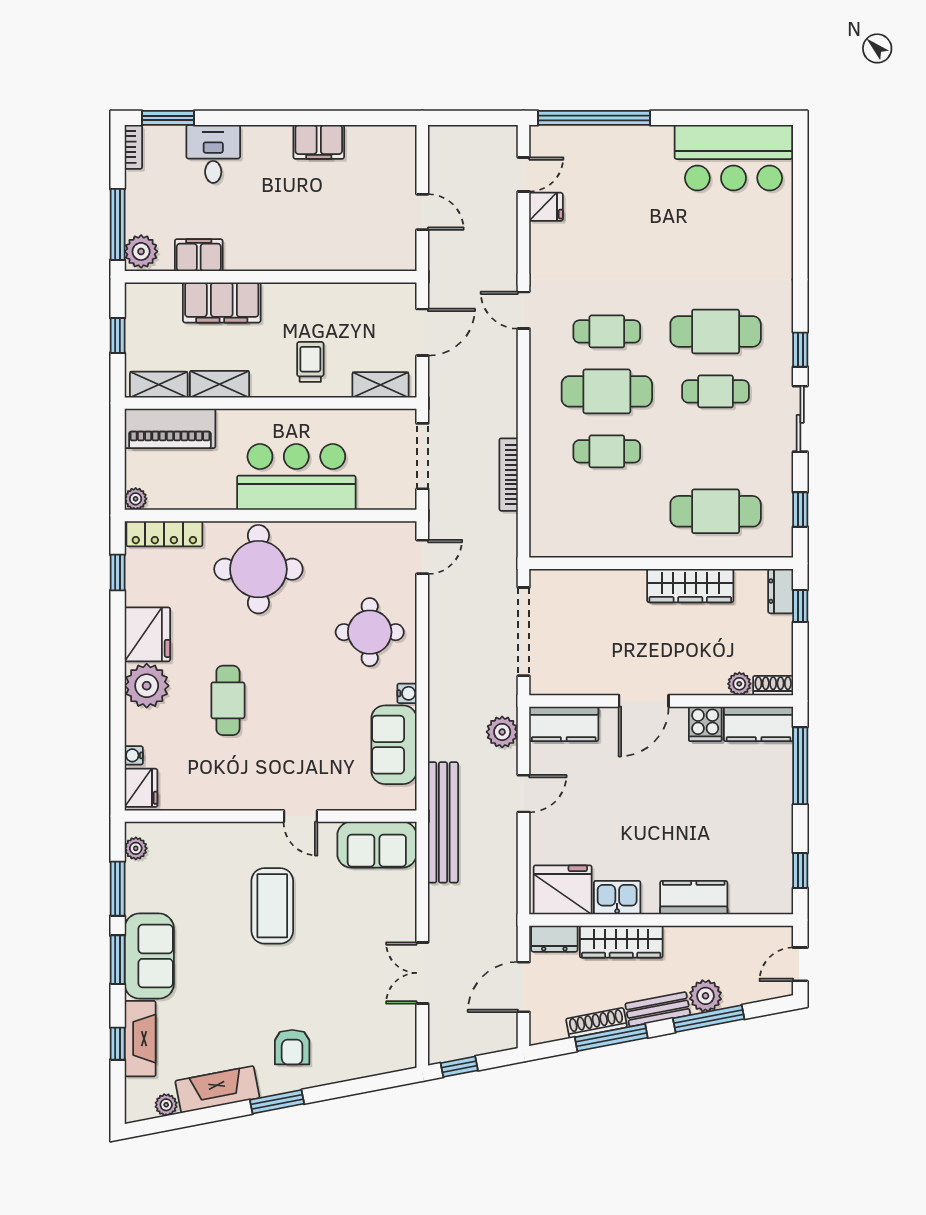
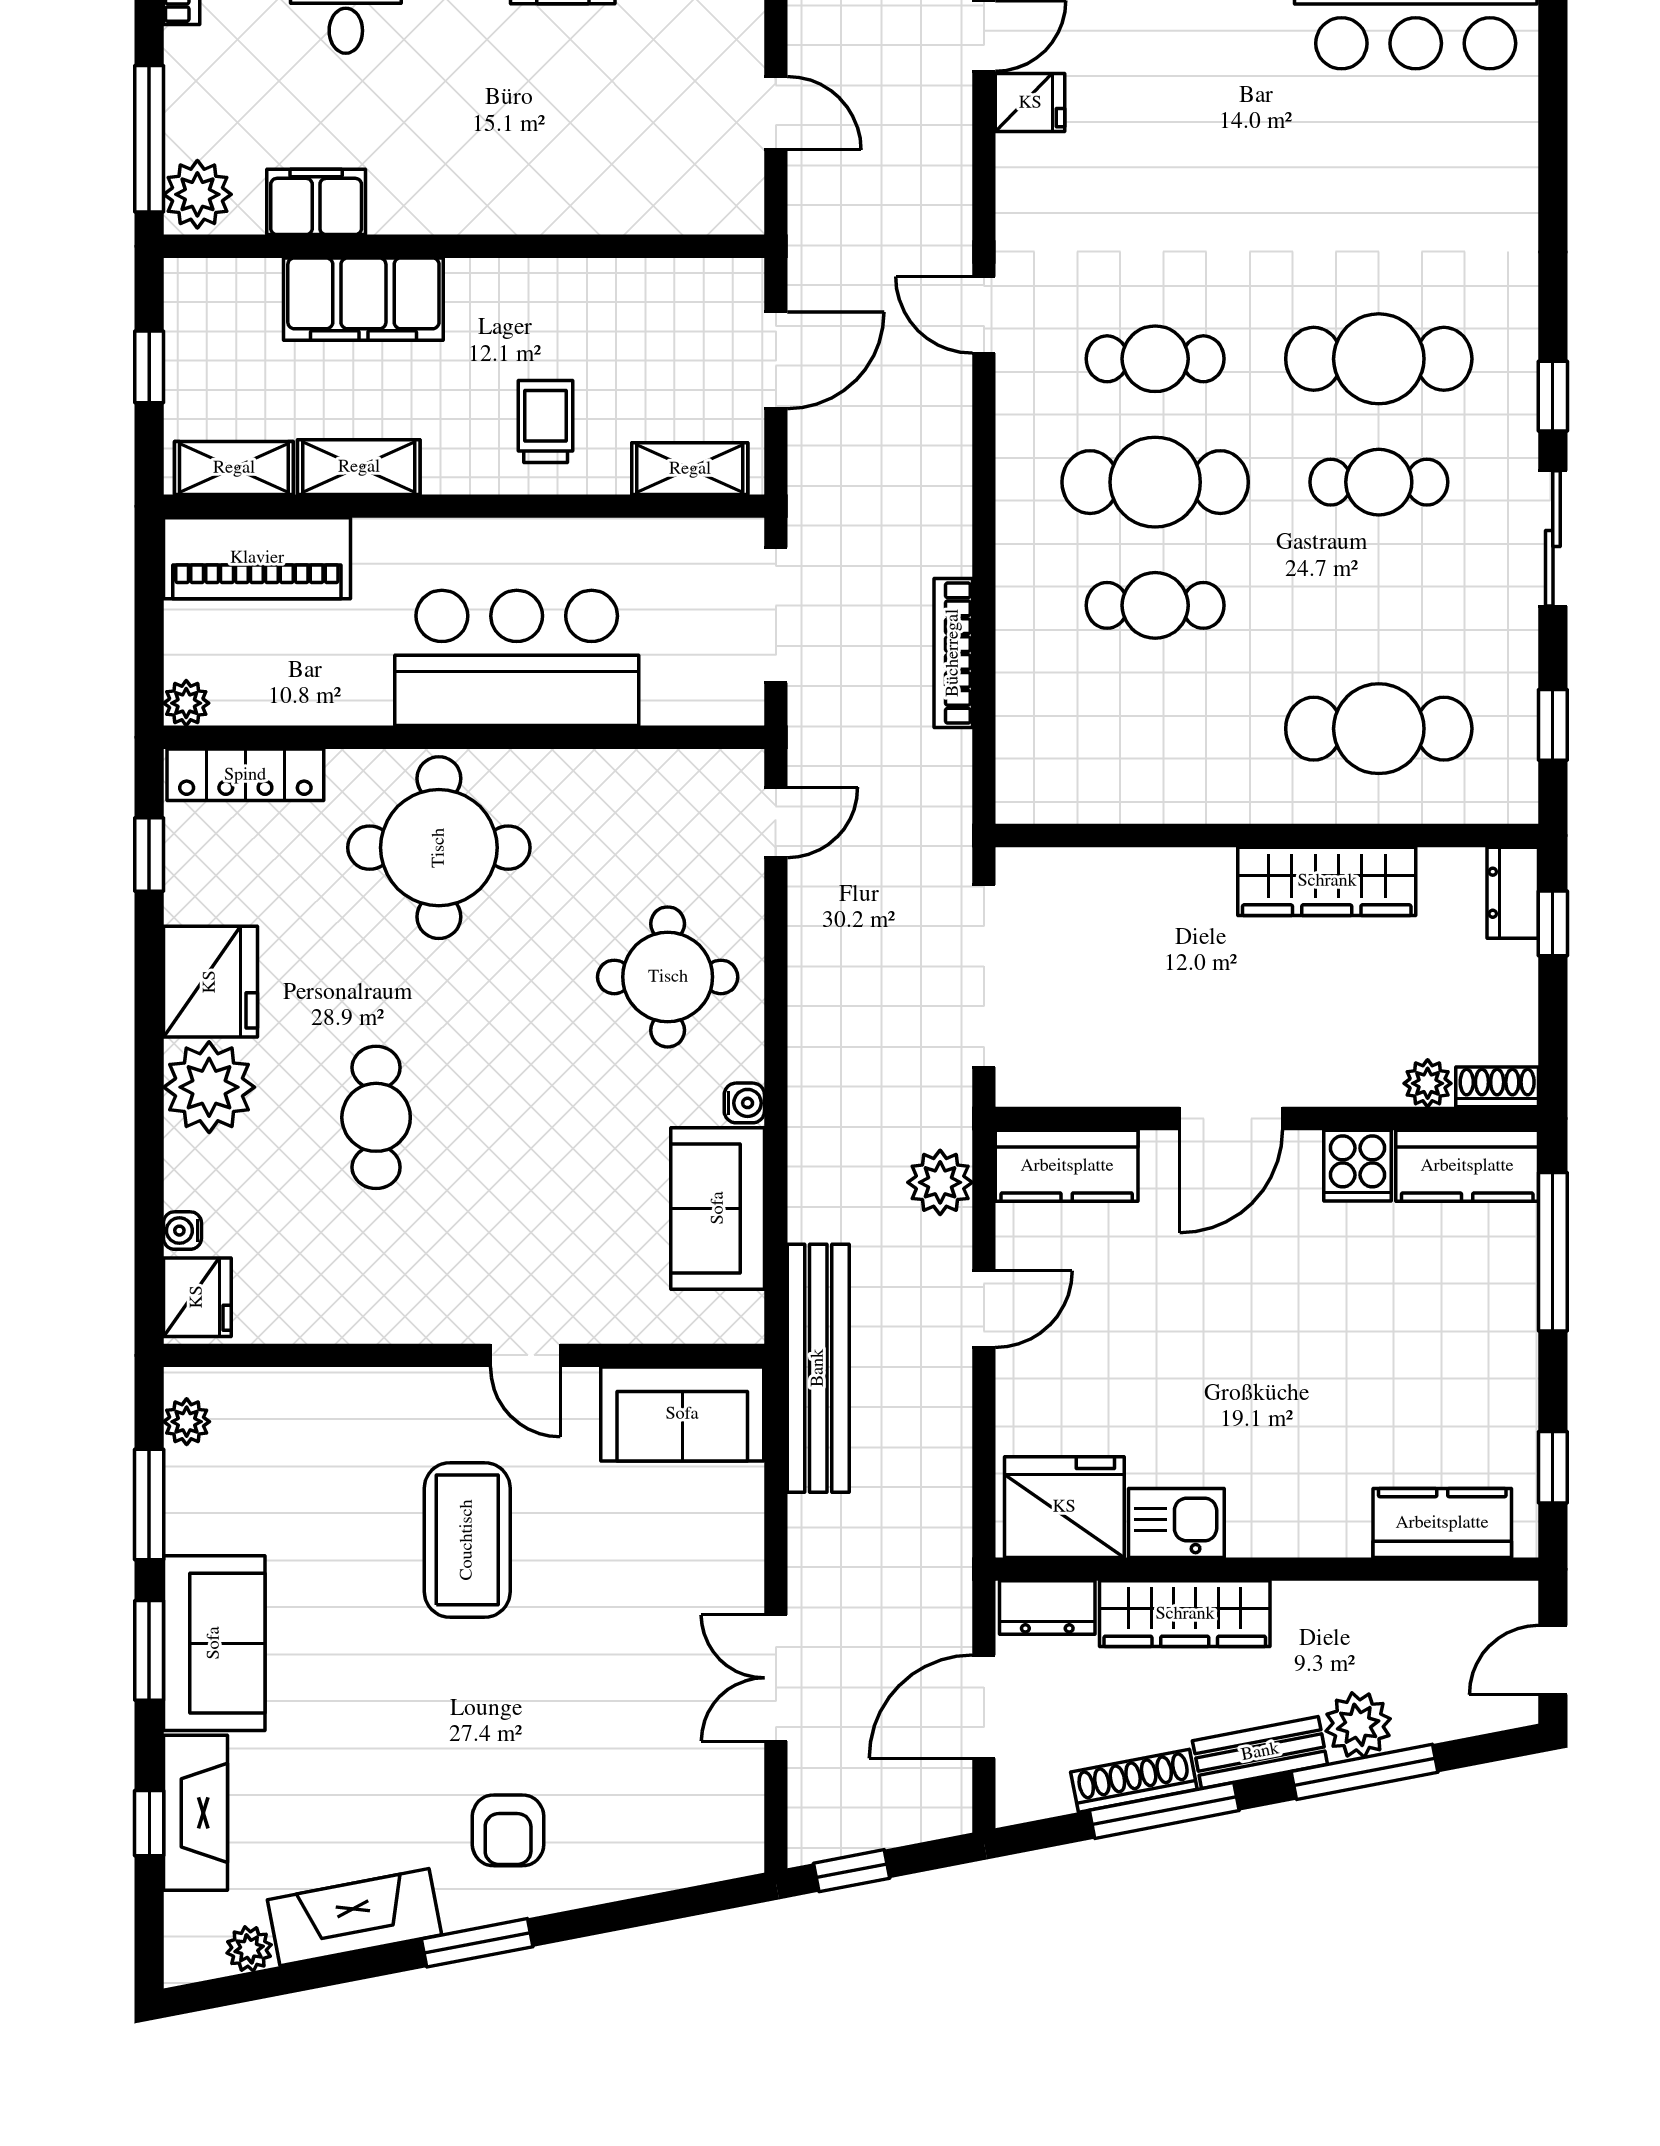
kitchen counter: (694, 898) -> (1442, 1523), moved

